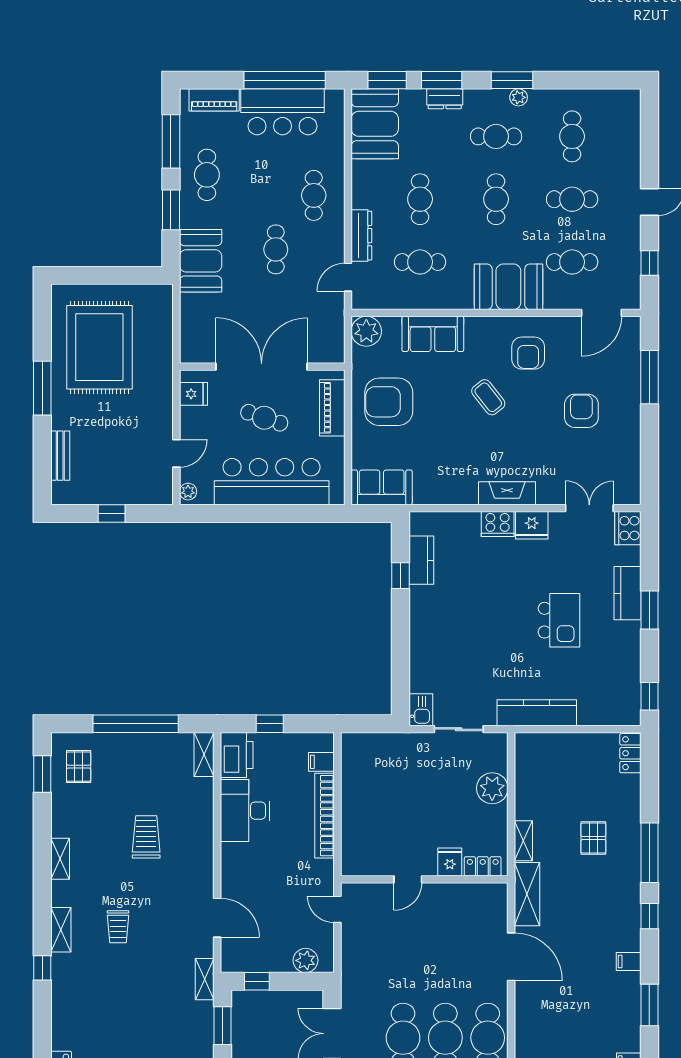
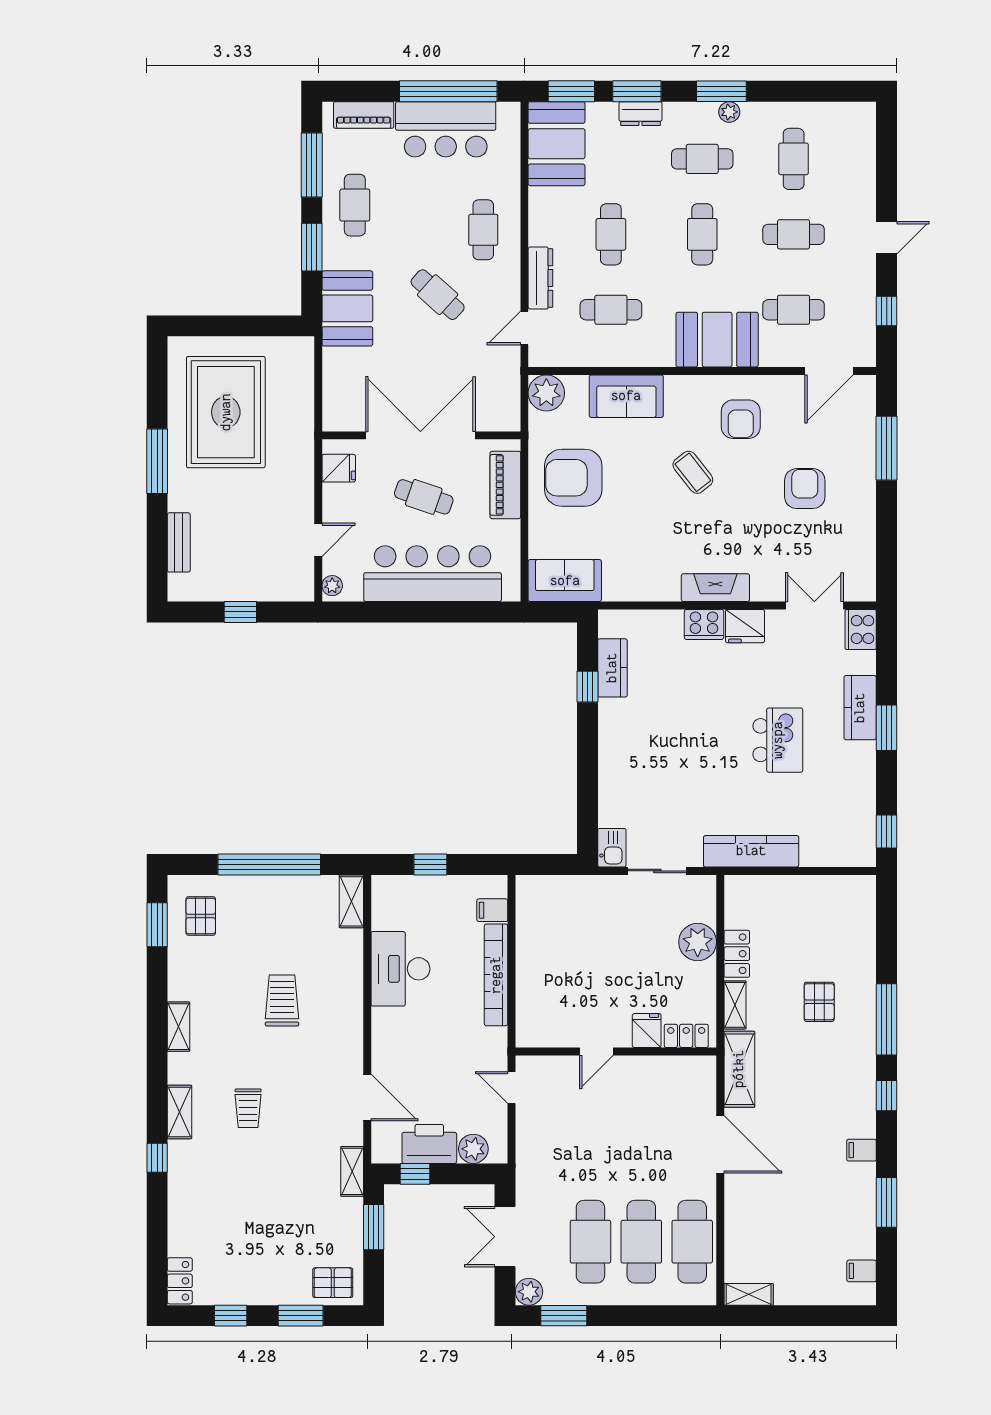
cafe table: (276, 249) -> (438, 295), turned -48
locker: (630, 753) -> (737, 954), moved, turned 180
printer: (237, 755) -> (429, 1144), moved, turned -90

